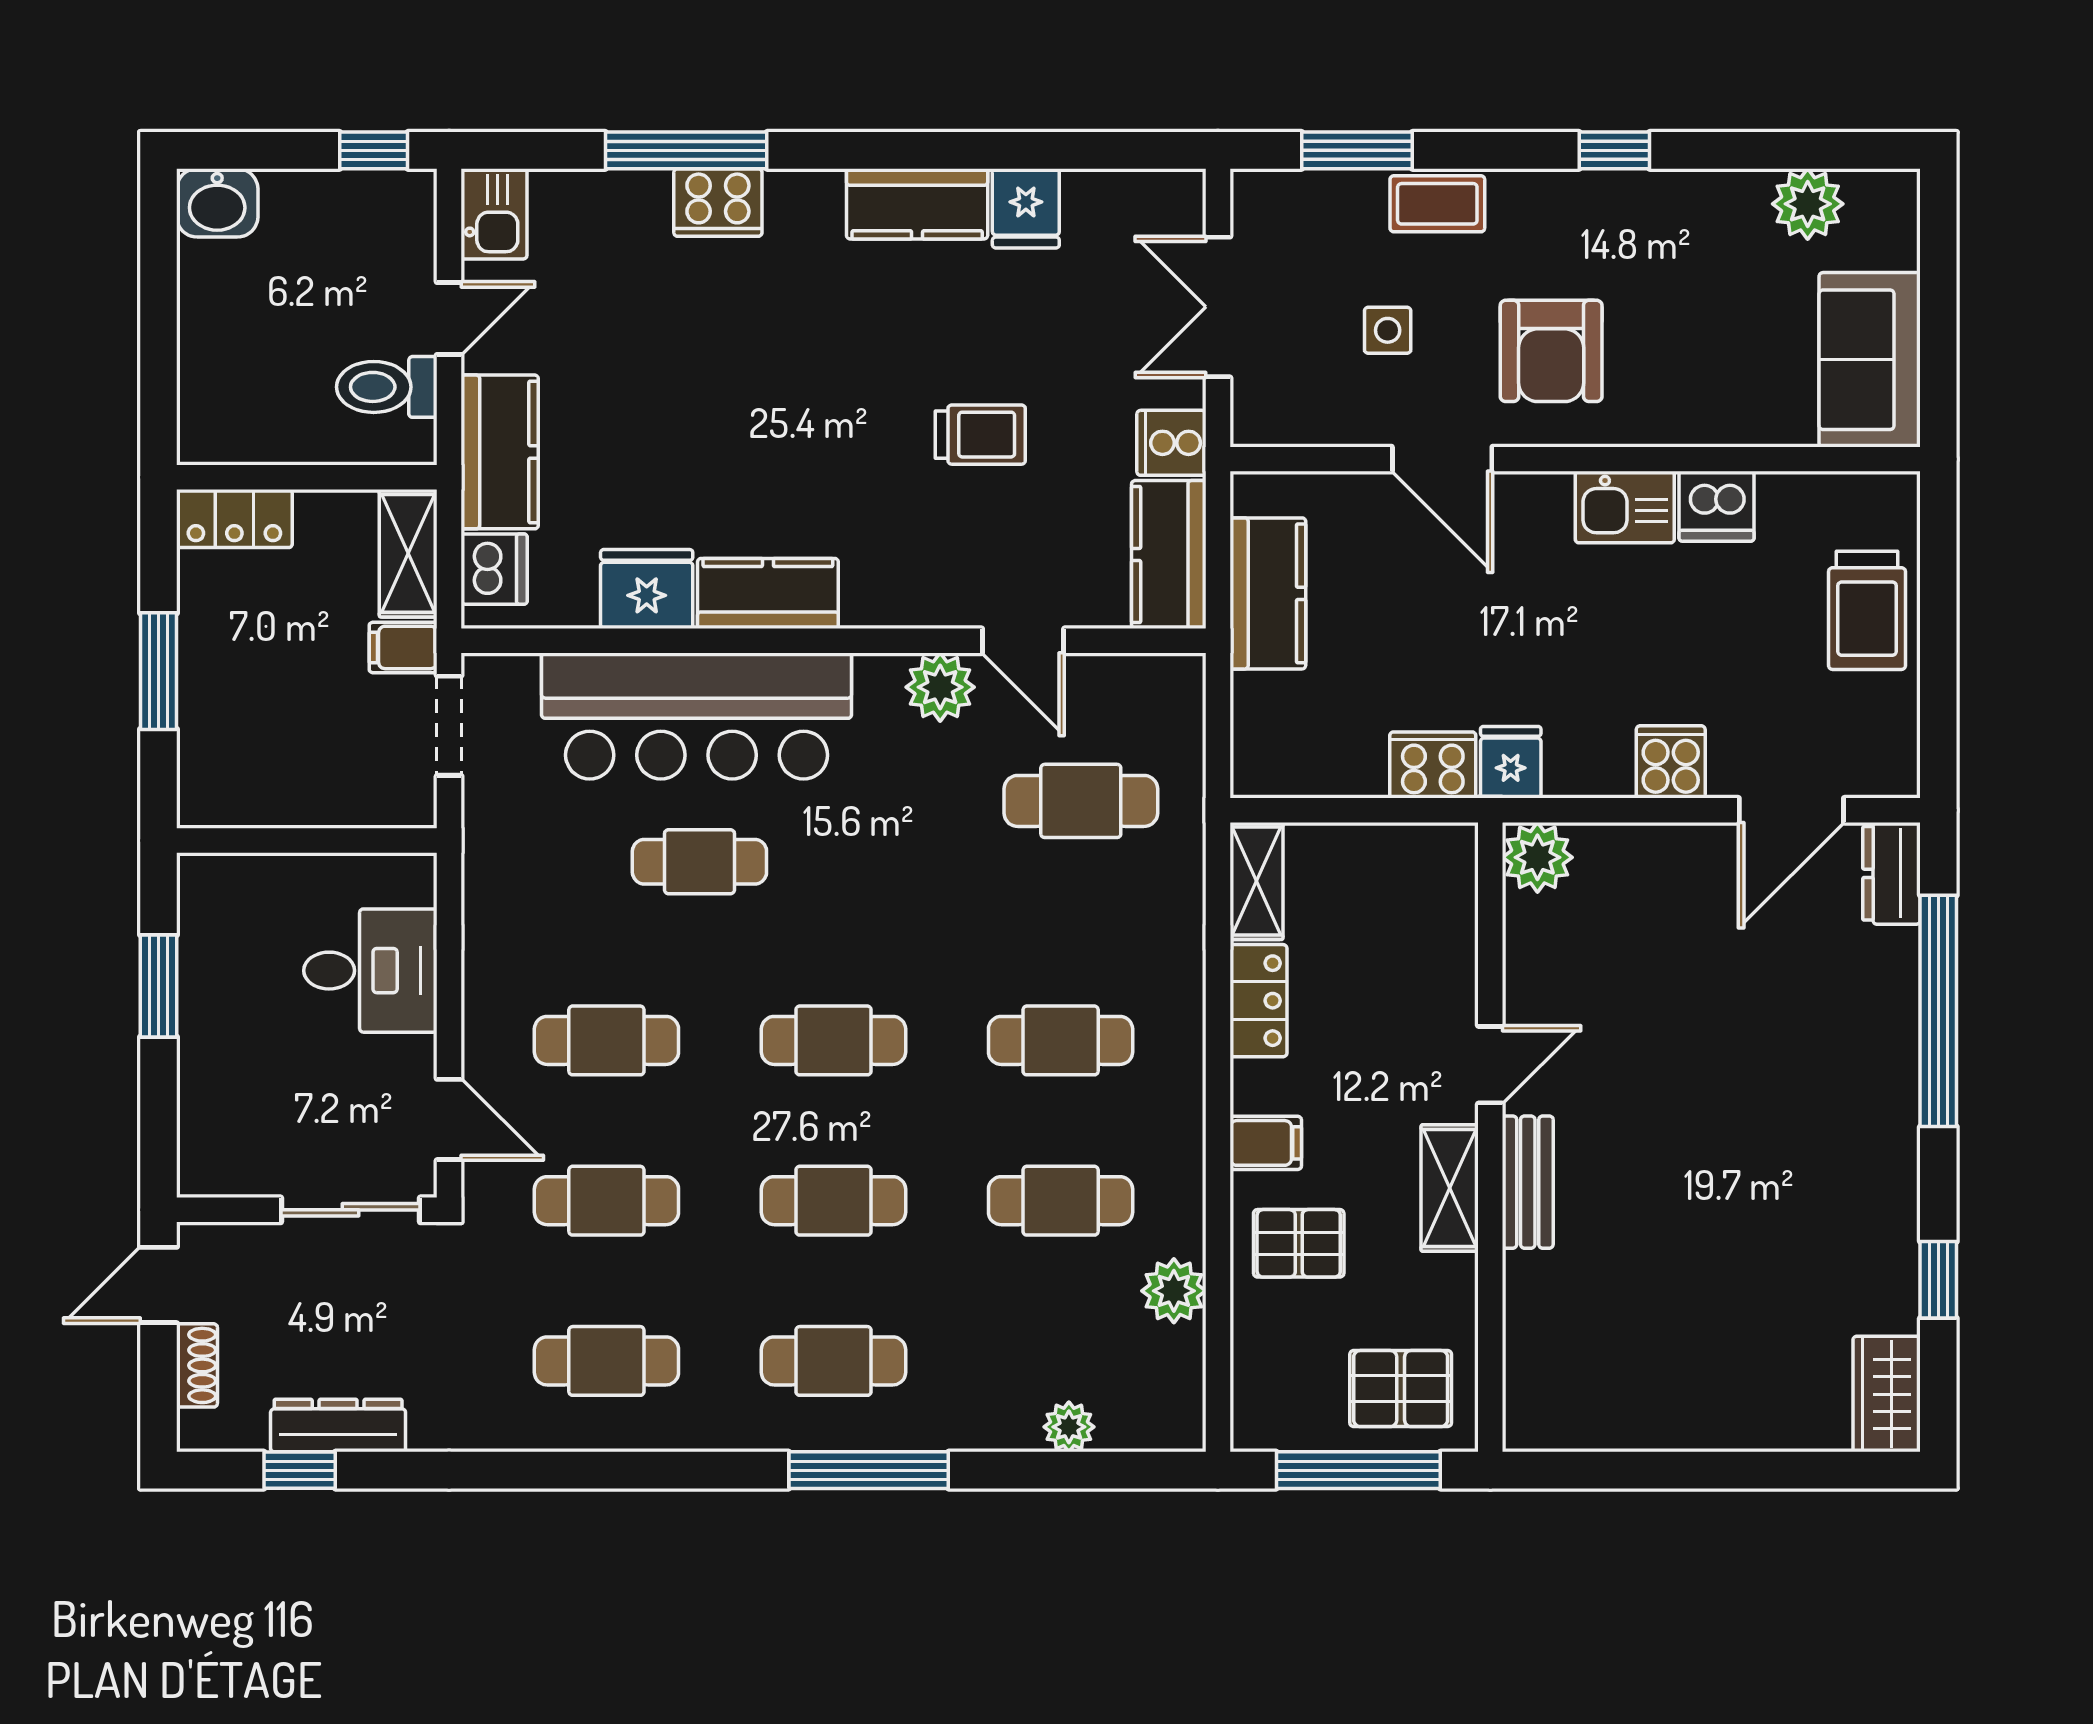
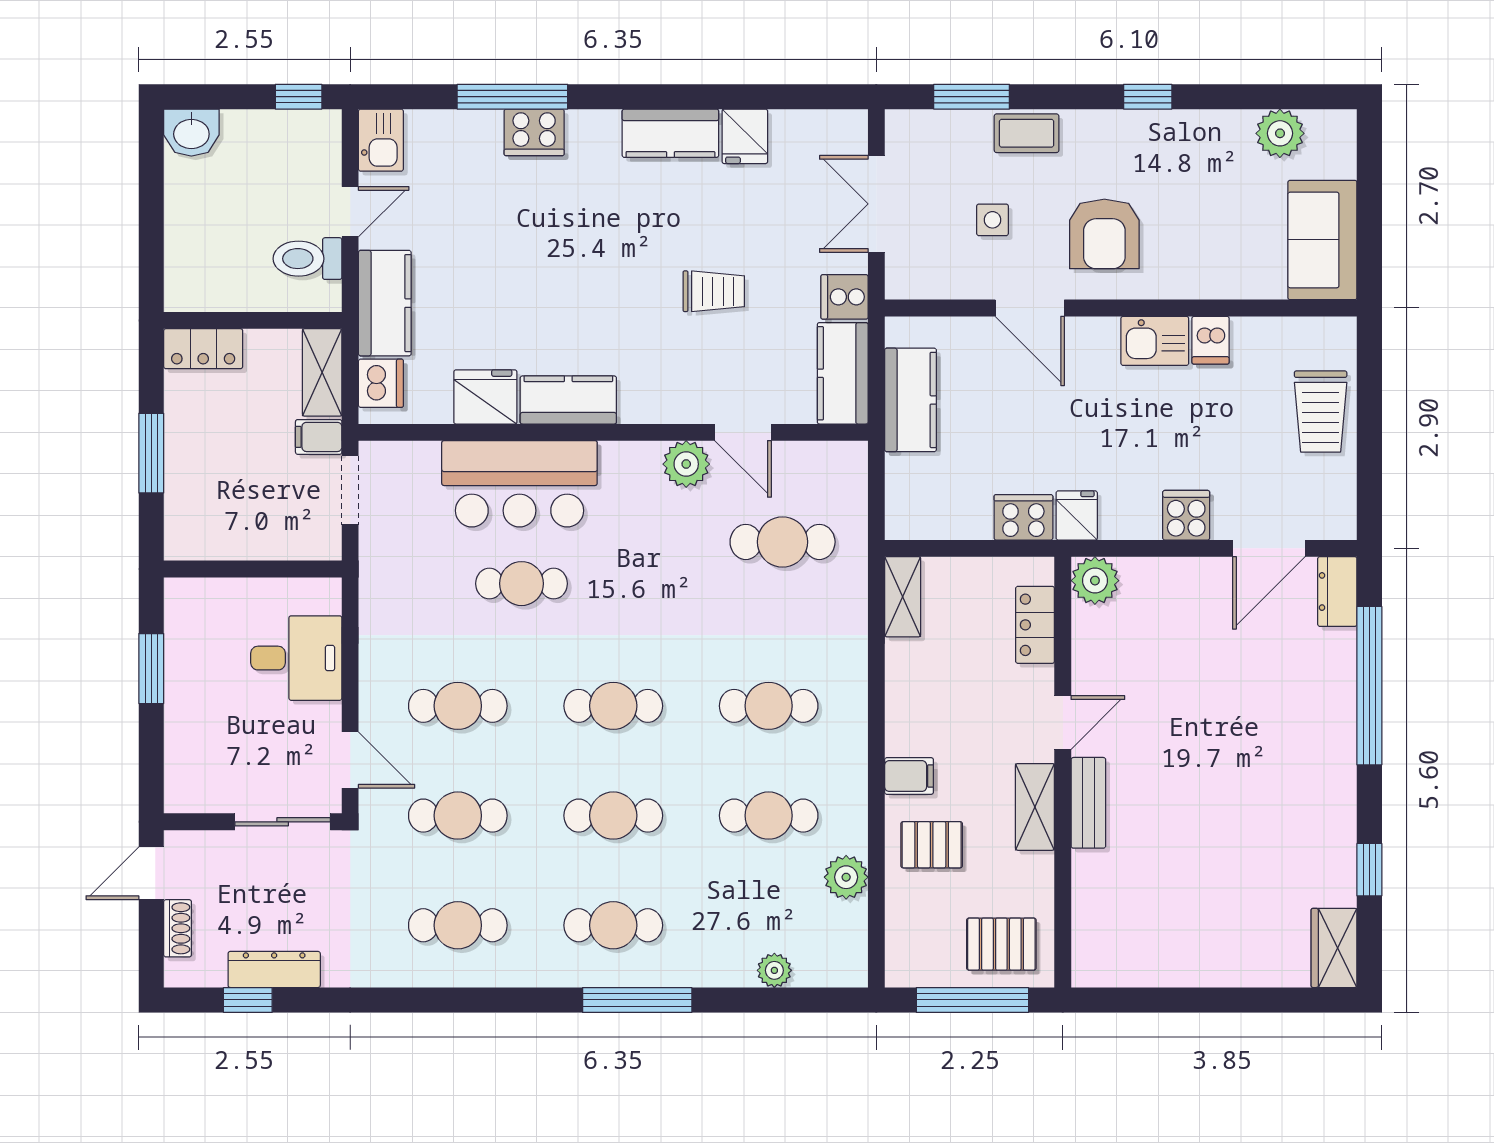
dishwasher: (1717, 506) -> (1211, 340), width x0.73
bar counter: (697, 716) -> (519, 484), width x0.73
locker: (1258, 1001) -> (1035, 625), moved, turned 180

